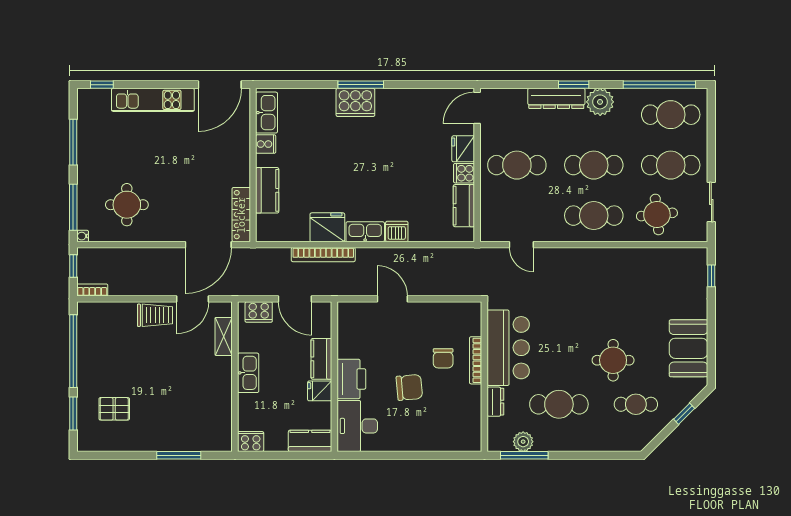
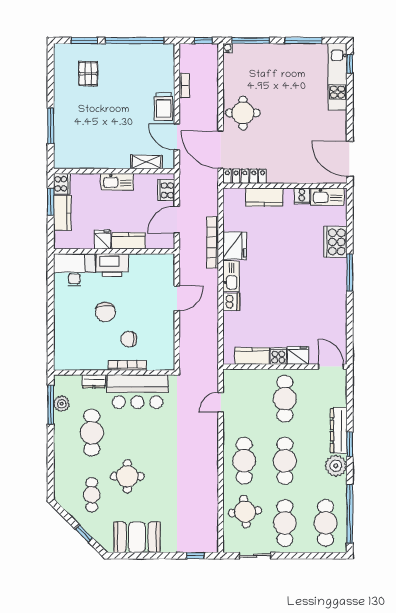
kitchen unit: (153, 100) -> (337, 77), moved
cooker: (355, 102) -> (335, 242), moved
round table: (127, 205) -> (243, 113), moved
bookcase: (92, 290) -> (184, 85), moved
kitchen counter: (310, 441) -> (62, 213), moved
window: (273, 455) -> (51, 202), added

